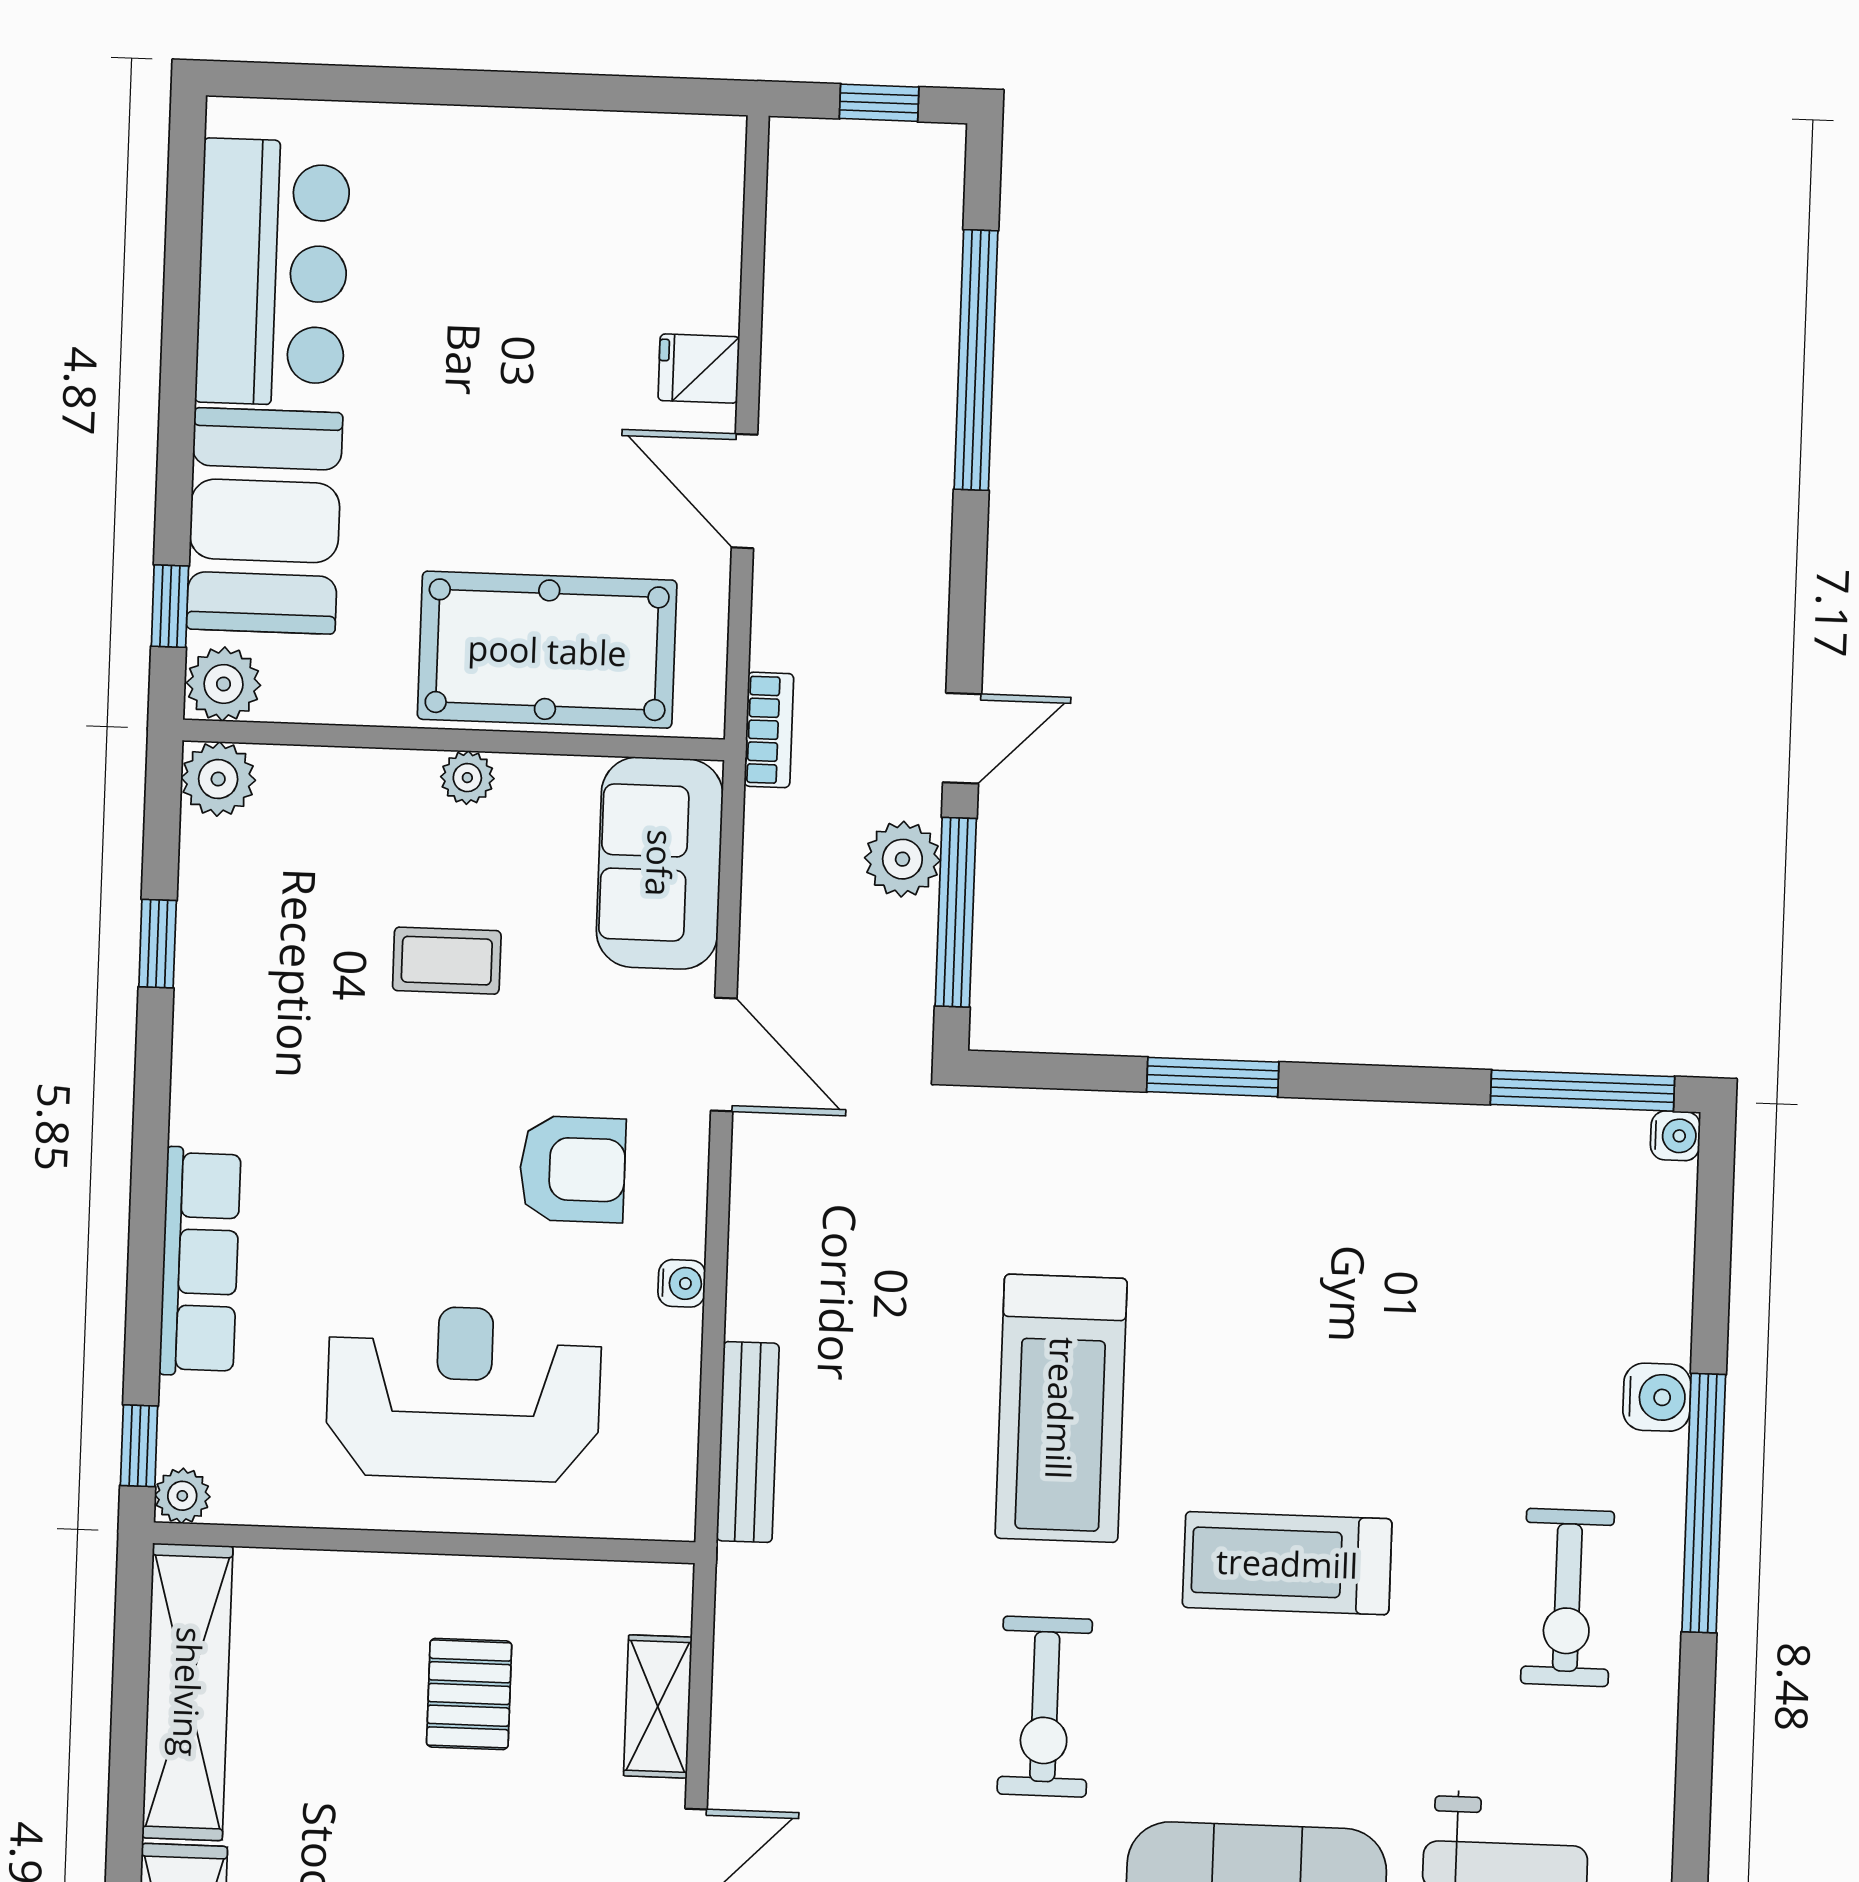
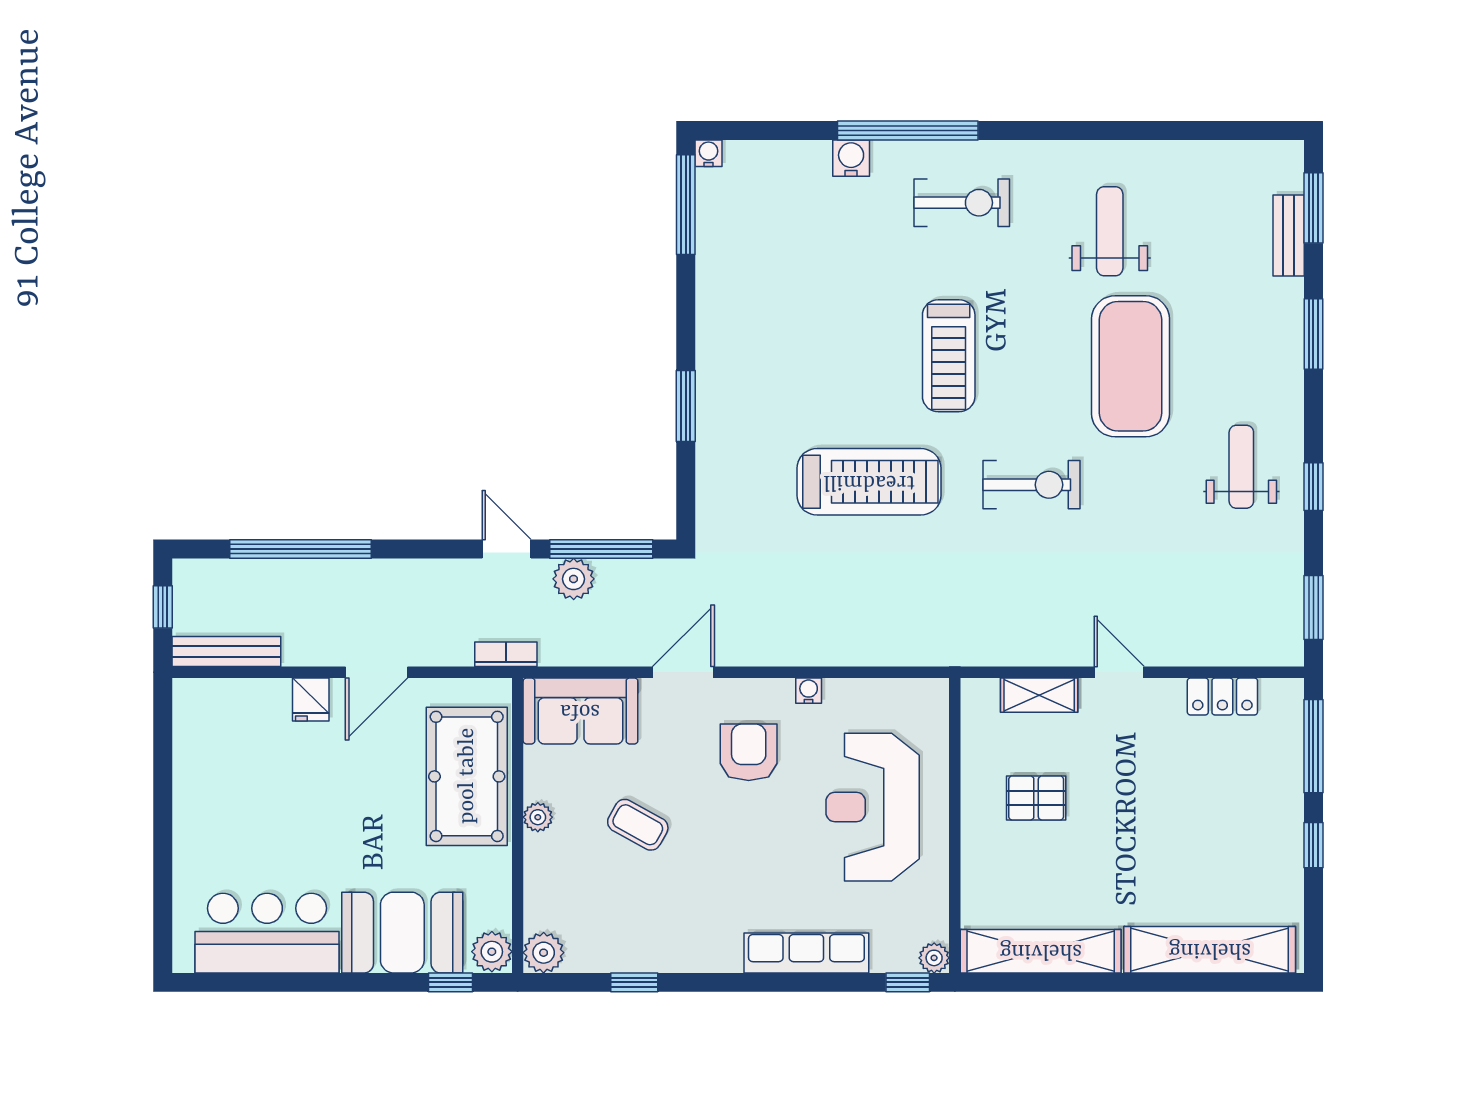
coffee table: (447, 961) -> (638, 825), turned -61
bench: (748, 1442) -> (226, 651), moved

